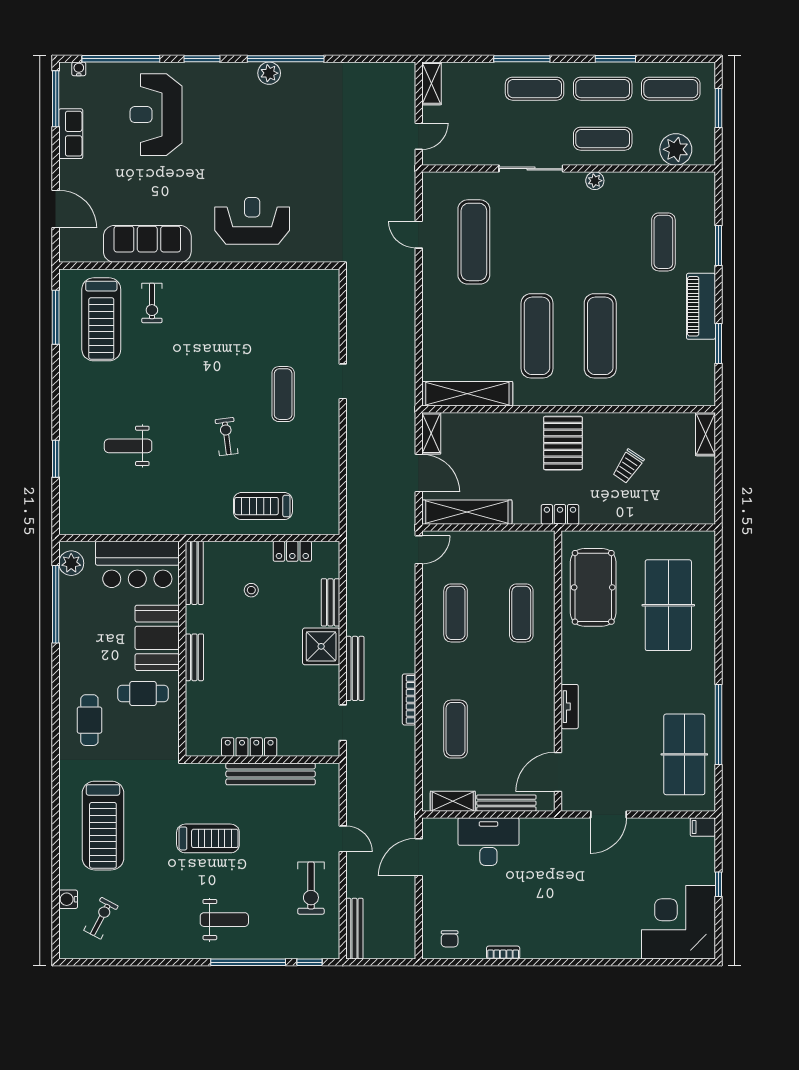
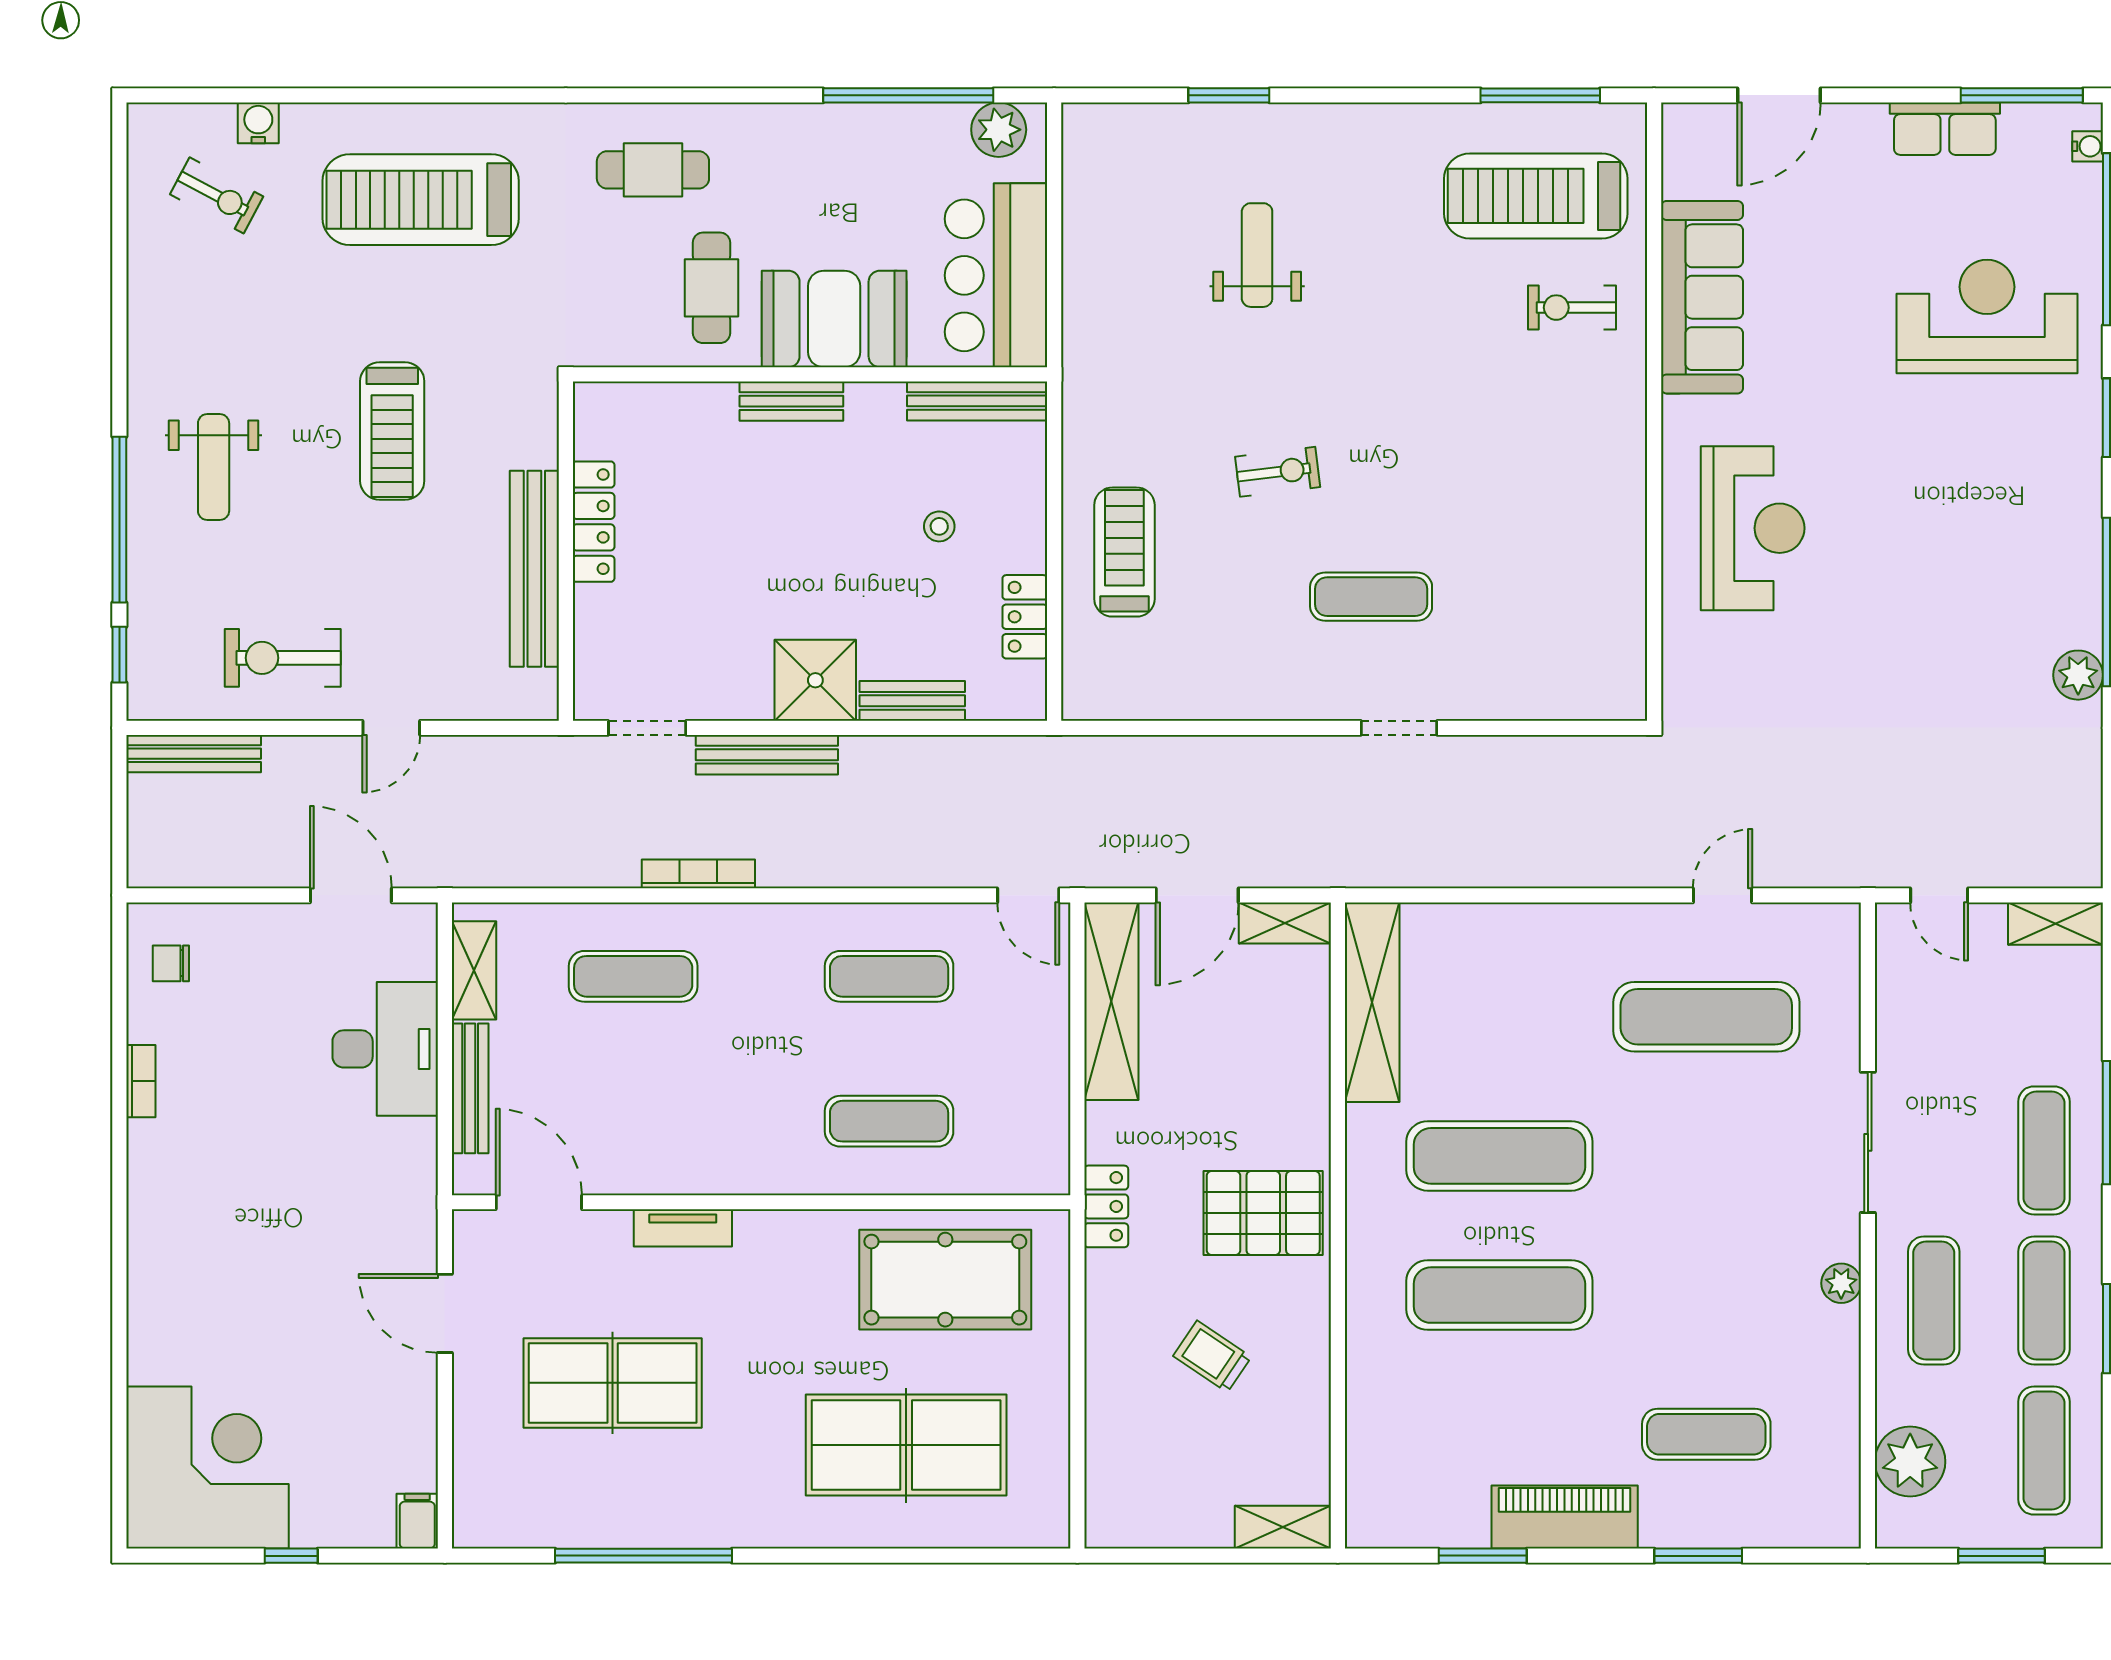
plant: (269, 73) -> (2078, 675), moved
table tennis table: (684, 754) -> (613, 1383), moved

